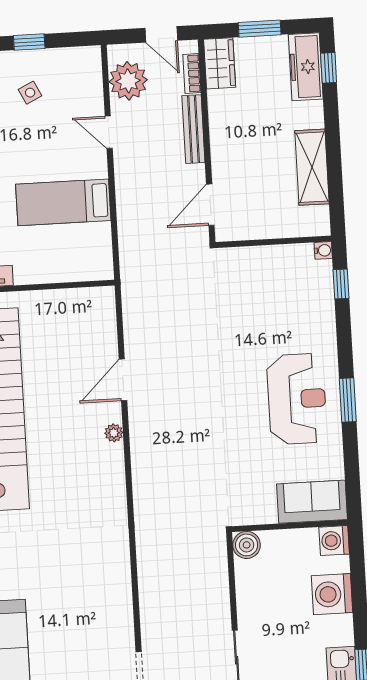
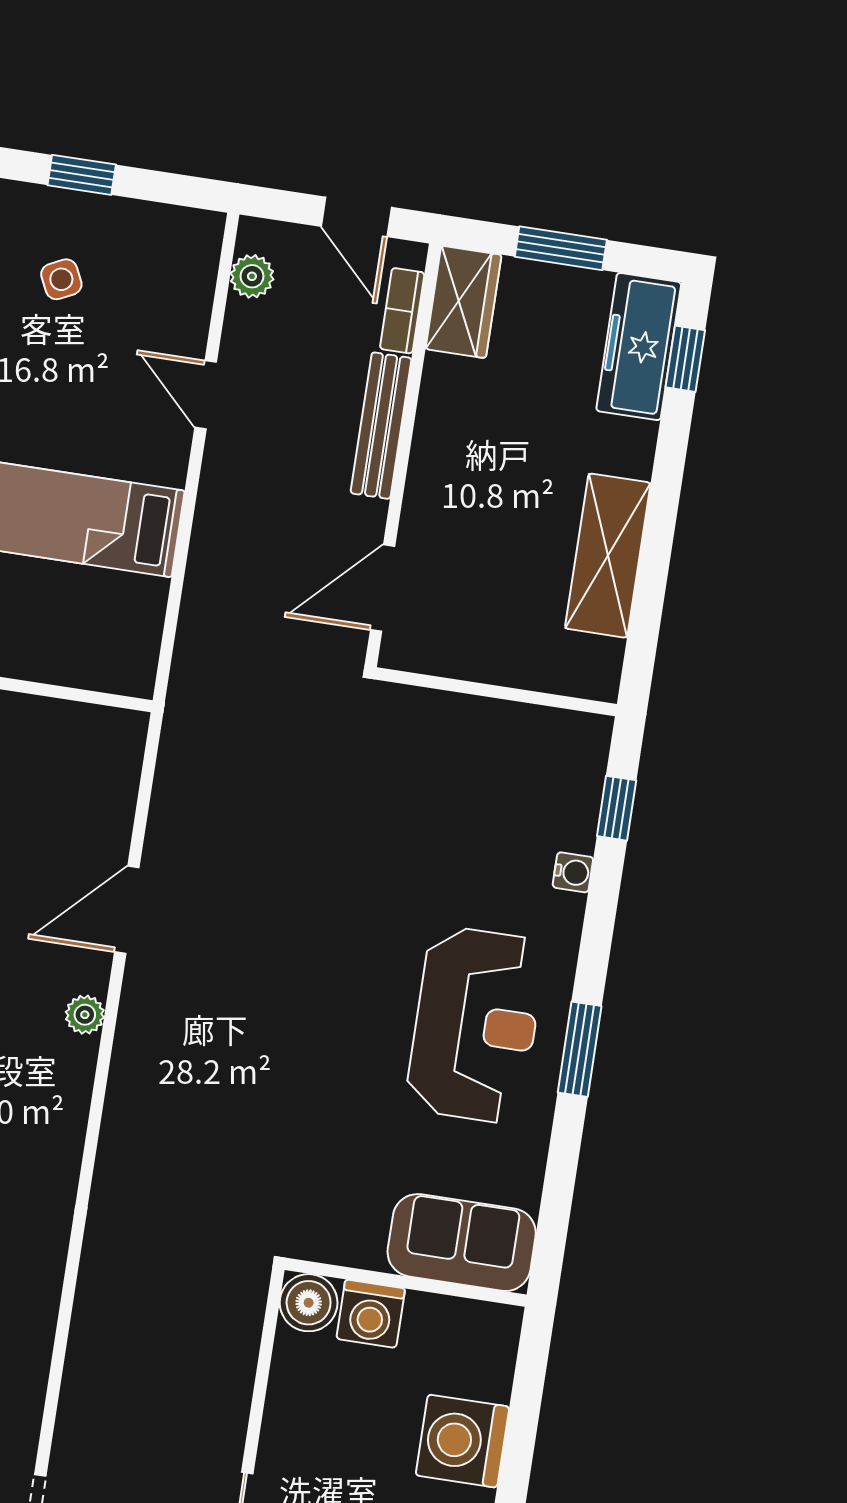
plant: (128, 81) -> (252, 276), width x0.53, depth x0.53
water cooler: (323, 250) -> (573, 872), moved
washing machine: (334, 541) -> (371, 1314), moved, turned -90

